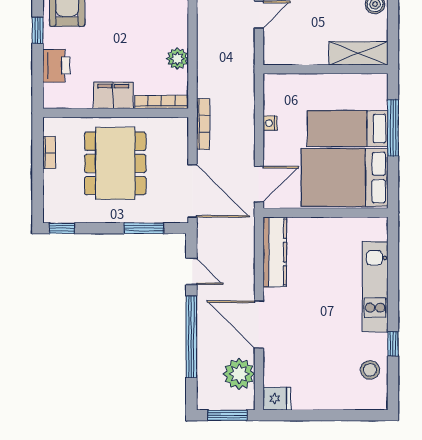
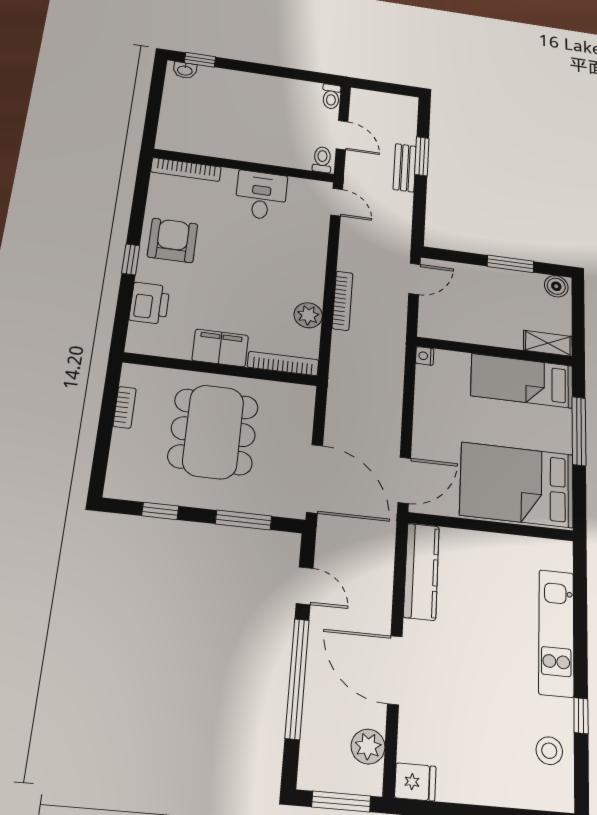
shelving: (358, 53) -> (548, 343), width x0.67, depth x0.75
nightstand: (270, 123) -> (425, 356), moved
bookcase: (203, 124) -> (342, 301), moved
bed: (348, 128) -> (522, 381), moved
window: (62, 228) -> (160, 511), moved
plant: (239, 374) -> (368, 746), width x0.73, depth x0.73

